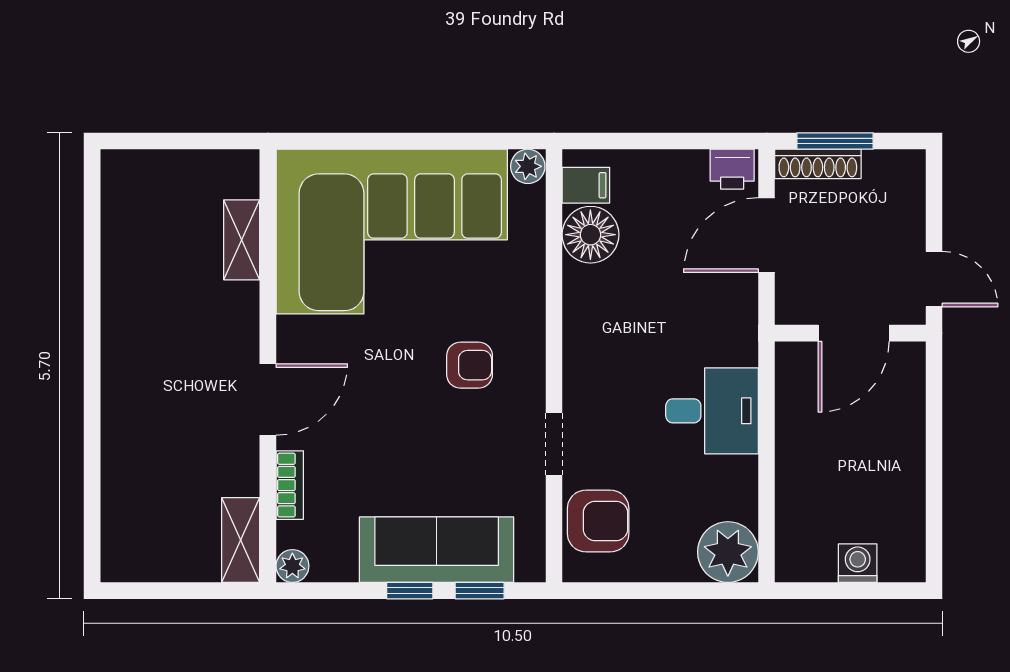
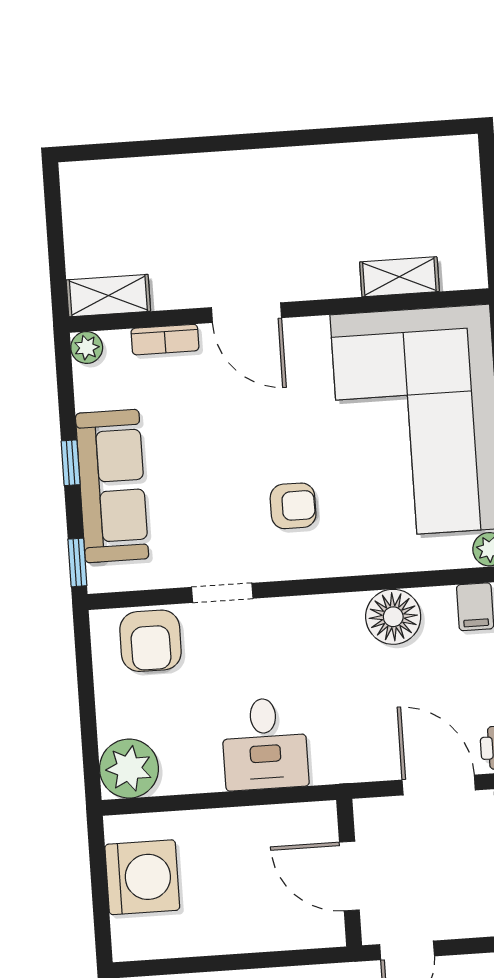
floor lamp: (590, 235) -> (393, 617), moved
armchair: (470, 365) -> (293, 506), turned -90
washing machine: (858, 563) -> (142, 877), width x1.89, depth x1.89
window: (480, 591) -> (77, 562), moved

